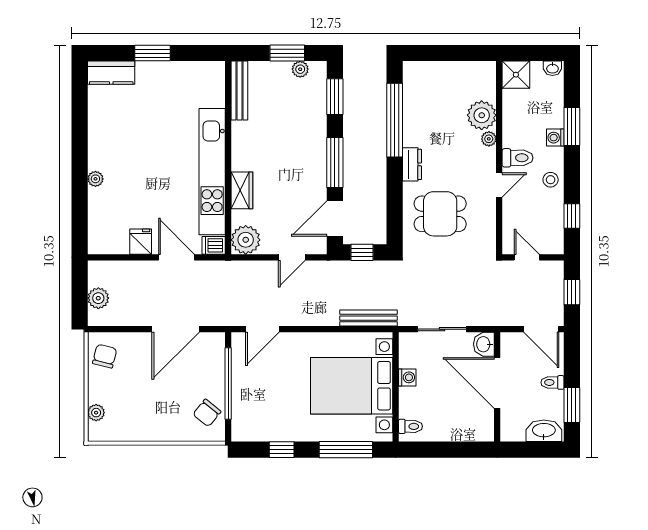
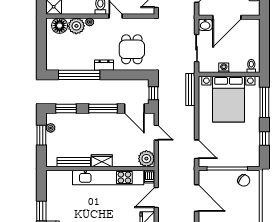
floor lamp: (482, 85) -> (60, 26), added
bench: (239, 91) -> (74, 162), moved
wardrobe: (242, 190) -> (102, 161), moved

